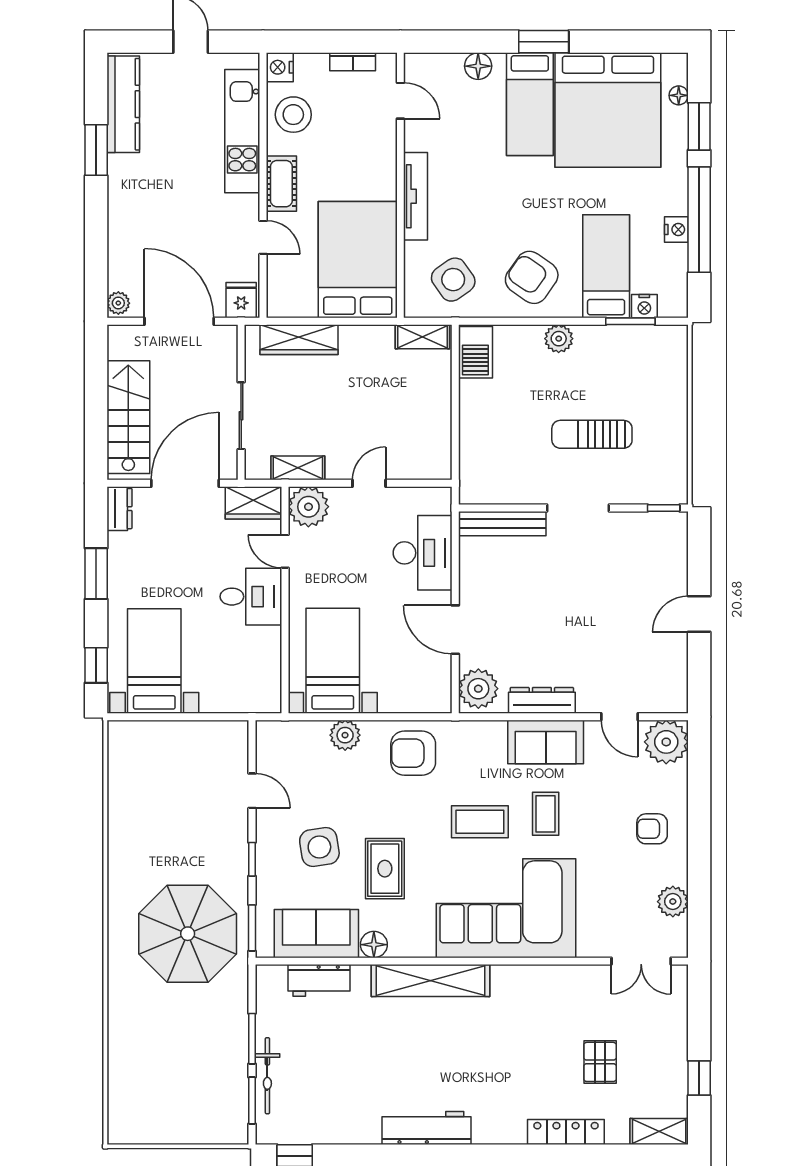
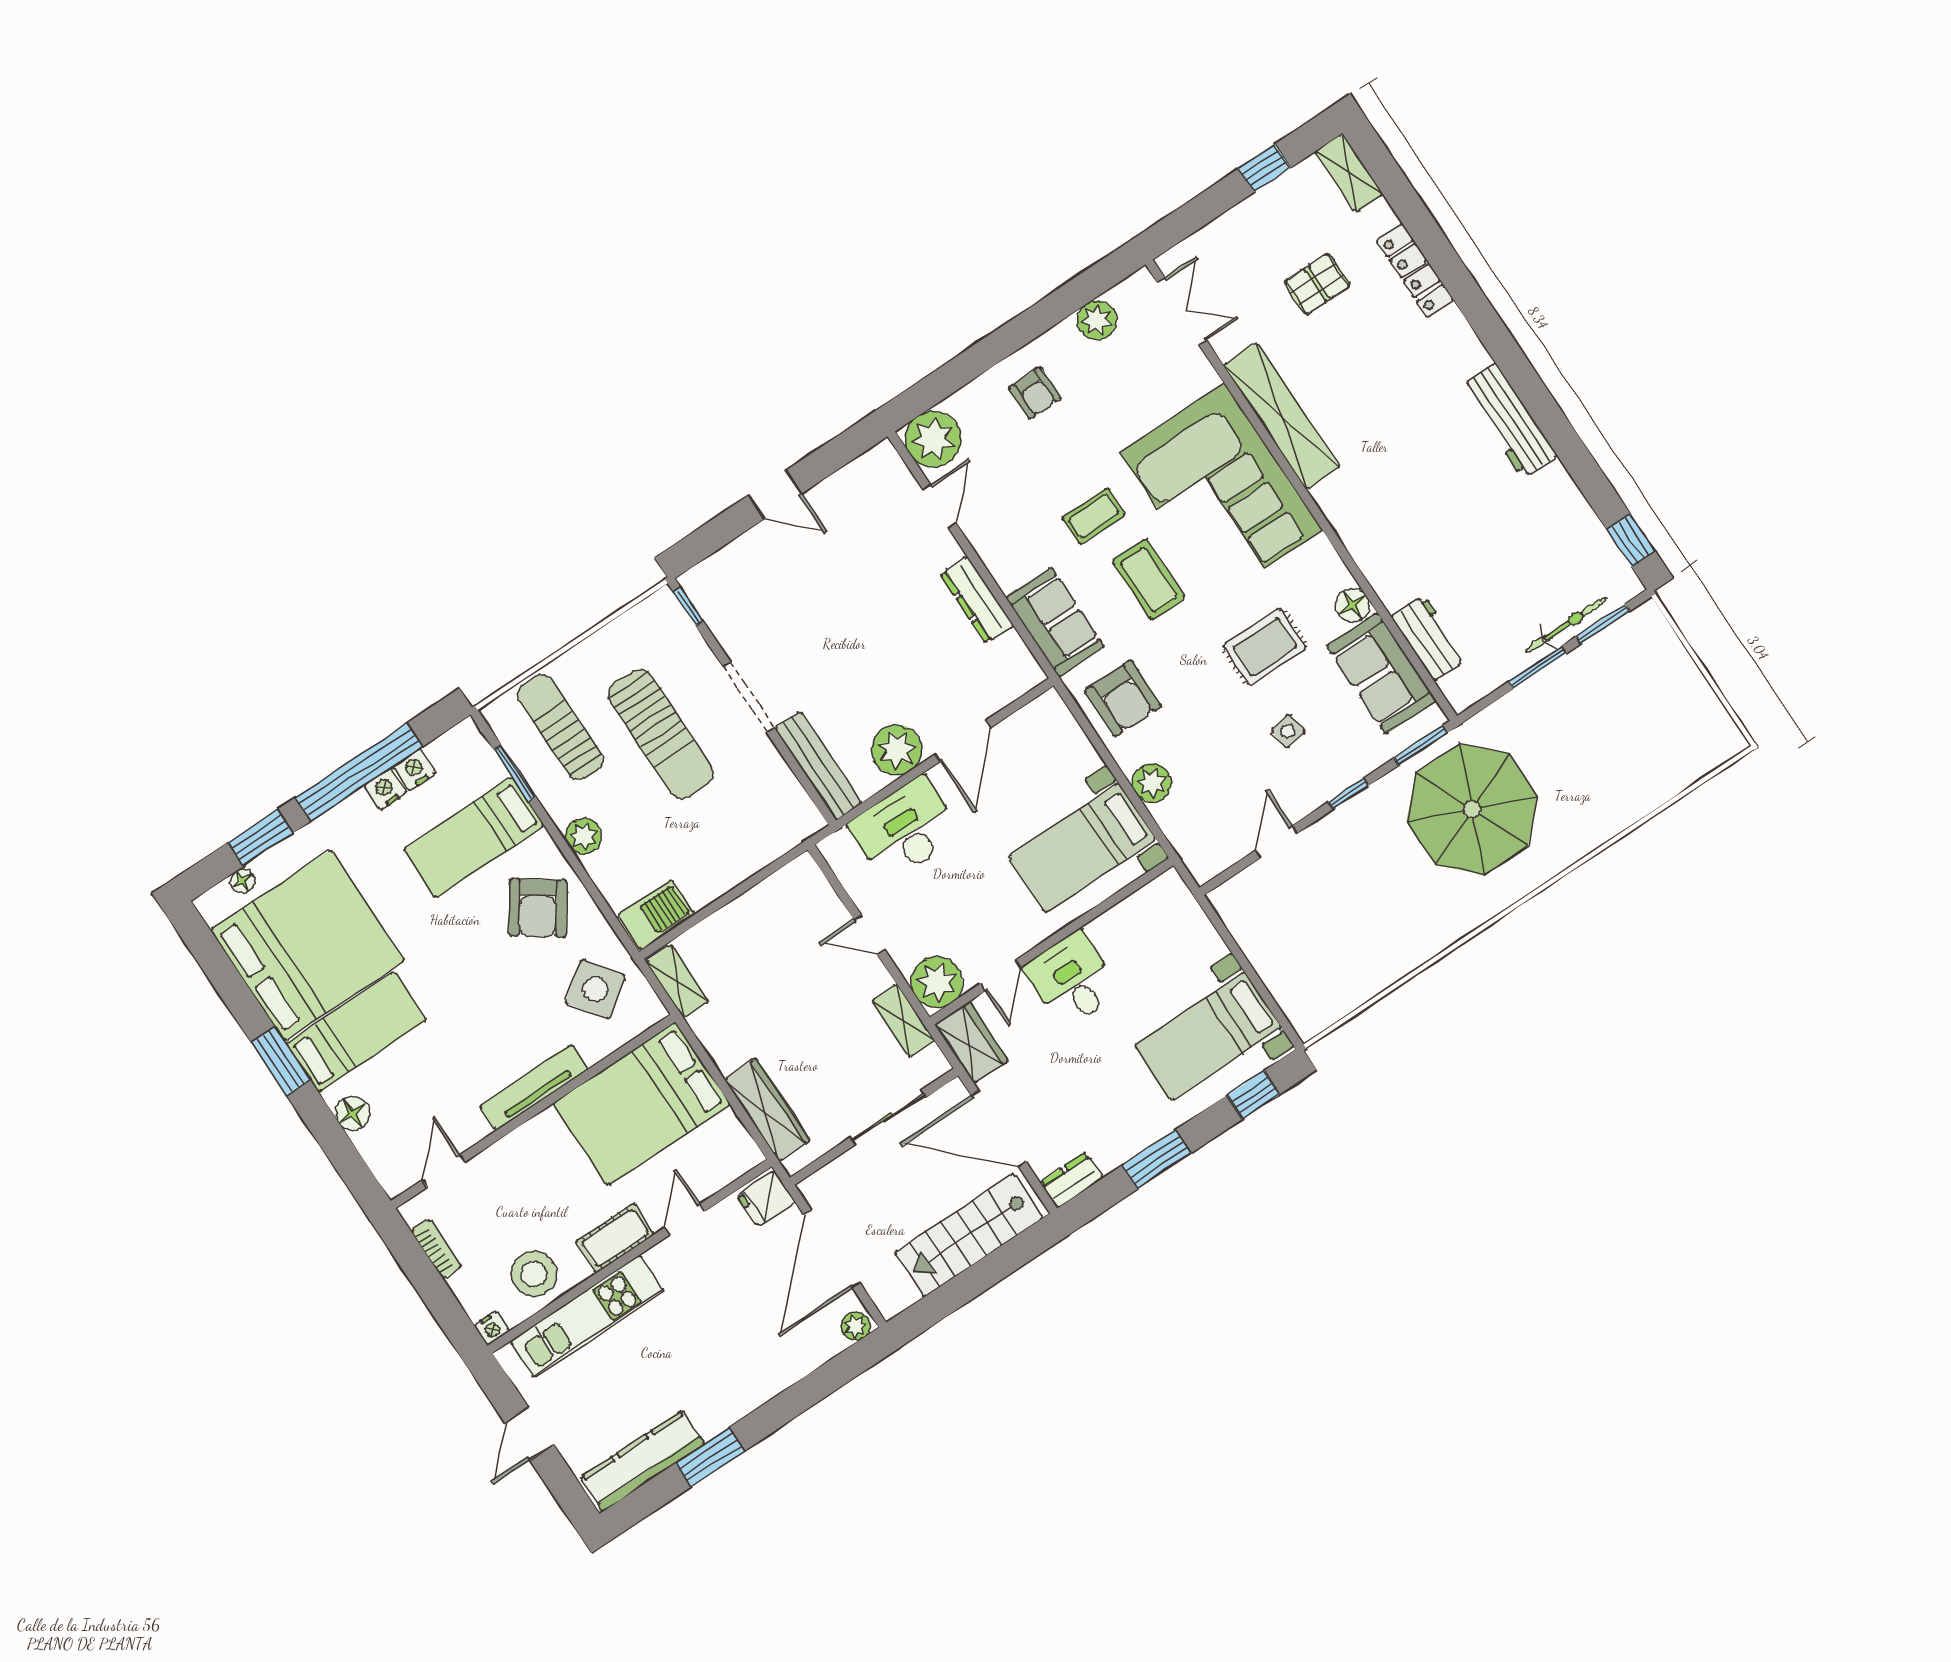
nightstand: (280, 67) -> (492, 1328), width x0.72, depth x0.74
nightstand: (644, 306) -> (415, 769), moved, turned -90
sun lounger: (641, 371) -> (560, 727), added
sun lounger: (592, 434) -> (661, 734), width x1.36, depth x1.34
plant: (478, 689) -> (897, 750), moved
sofa: (546, 742) -> (1055, 622), moved
side table: (319, 847) -> (1288, 731), width x0.54, depth x0.54
shelving: (431, 981) -> (1281, 416), moved

